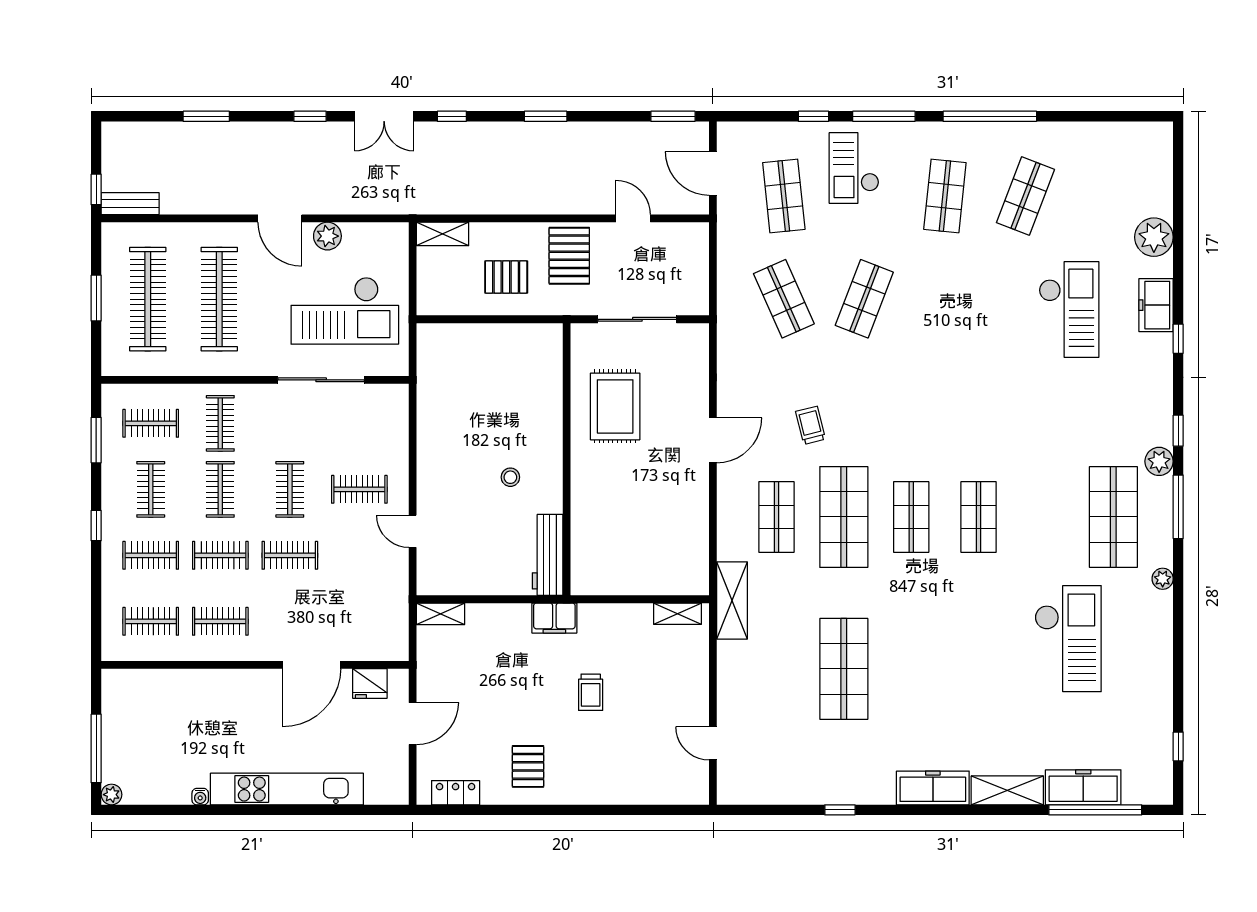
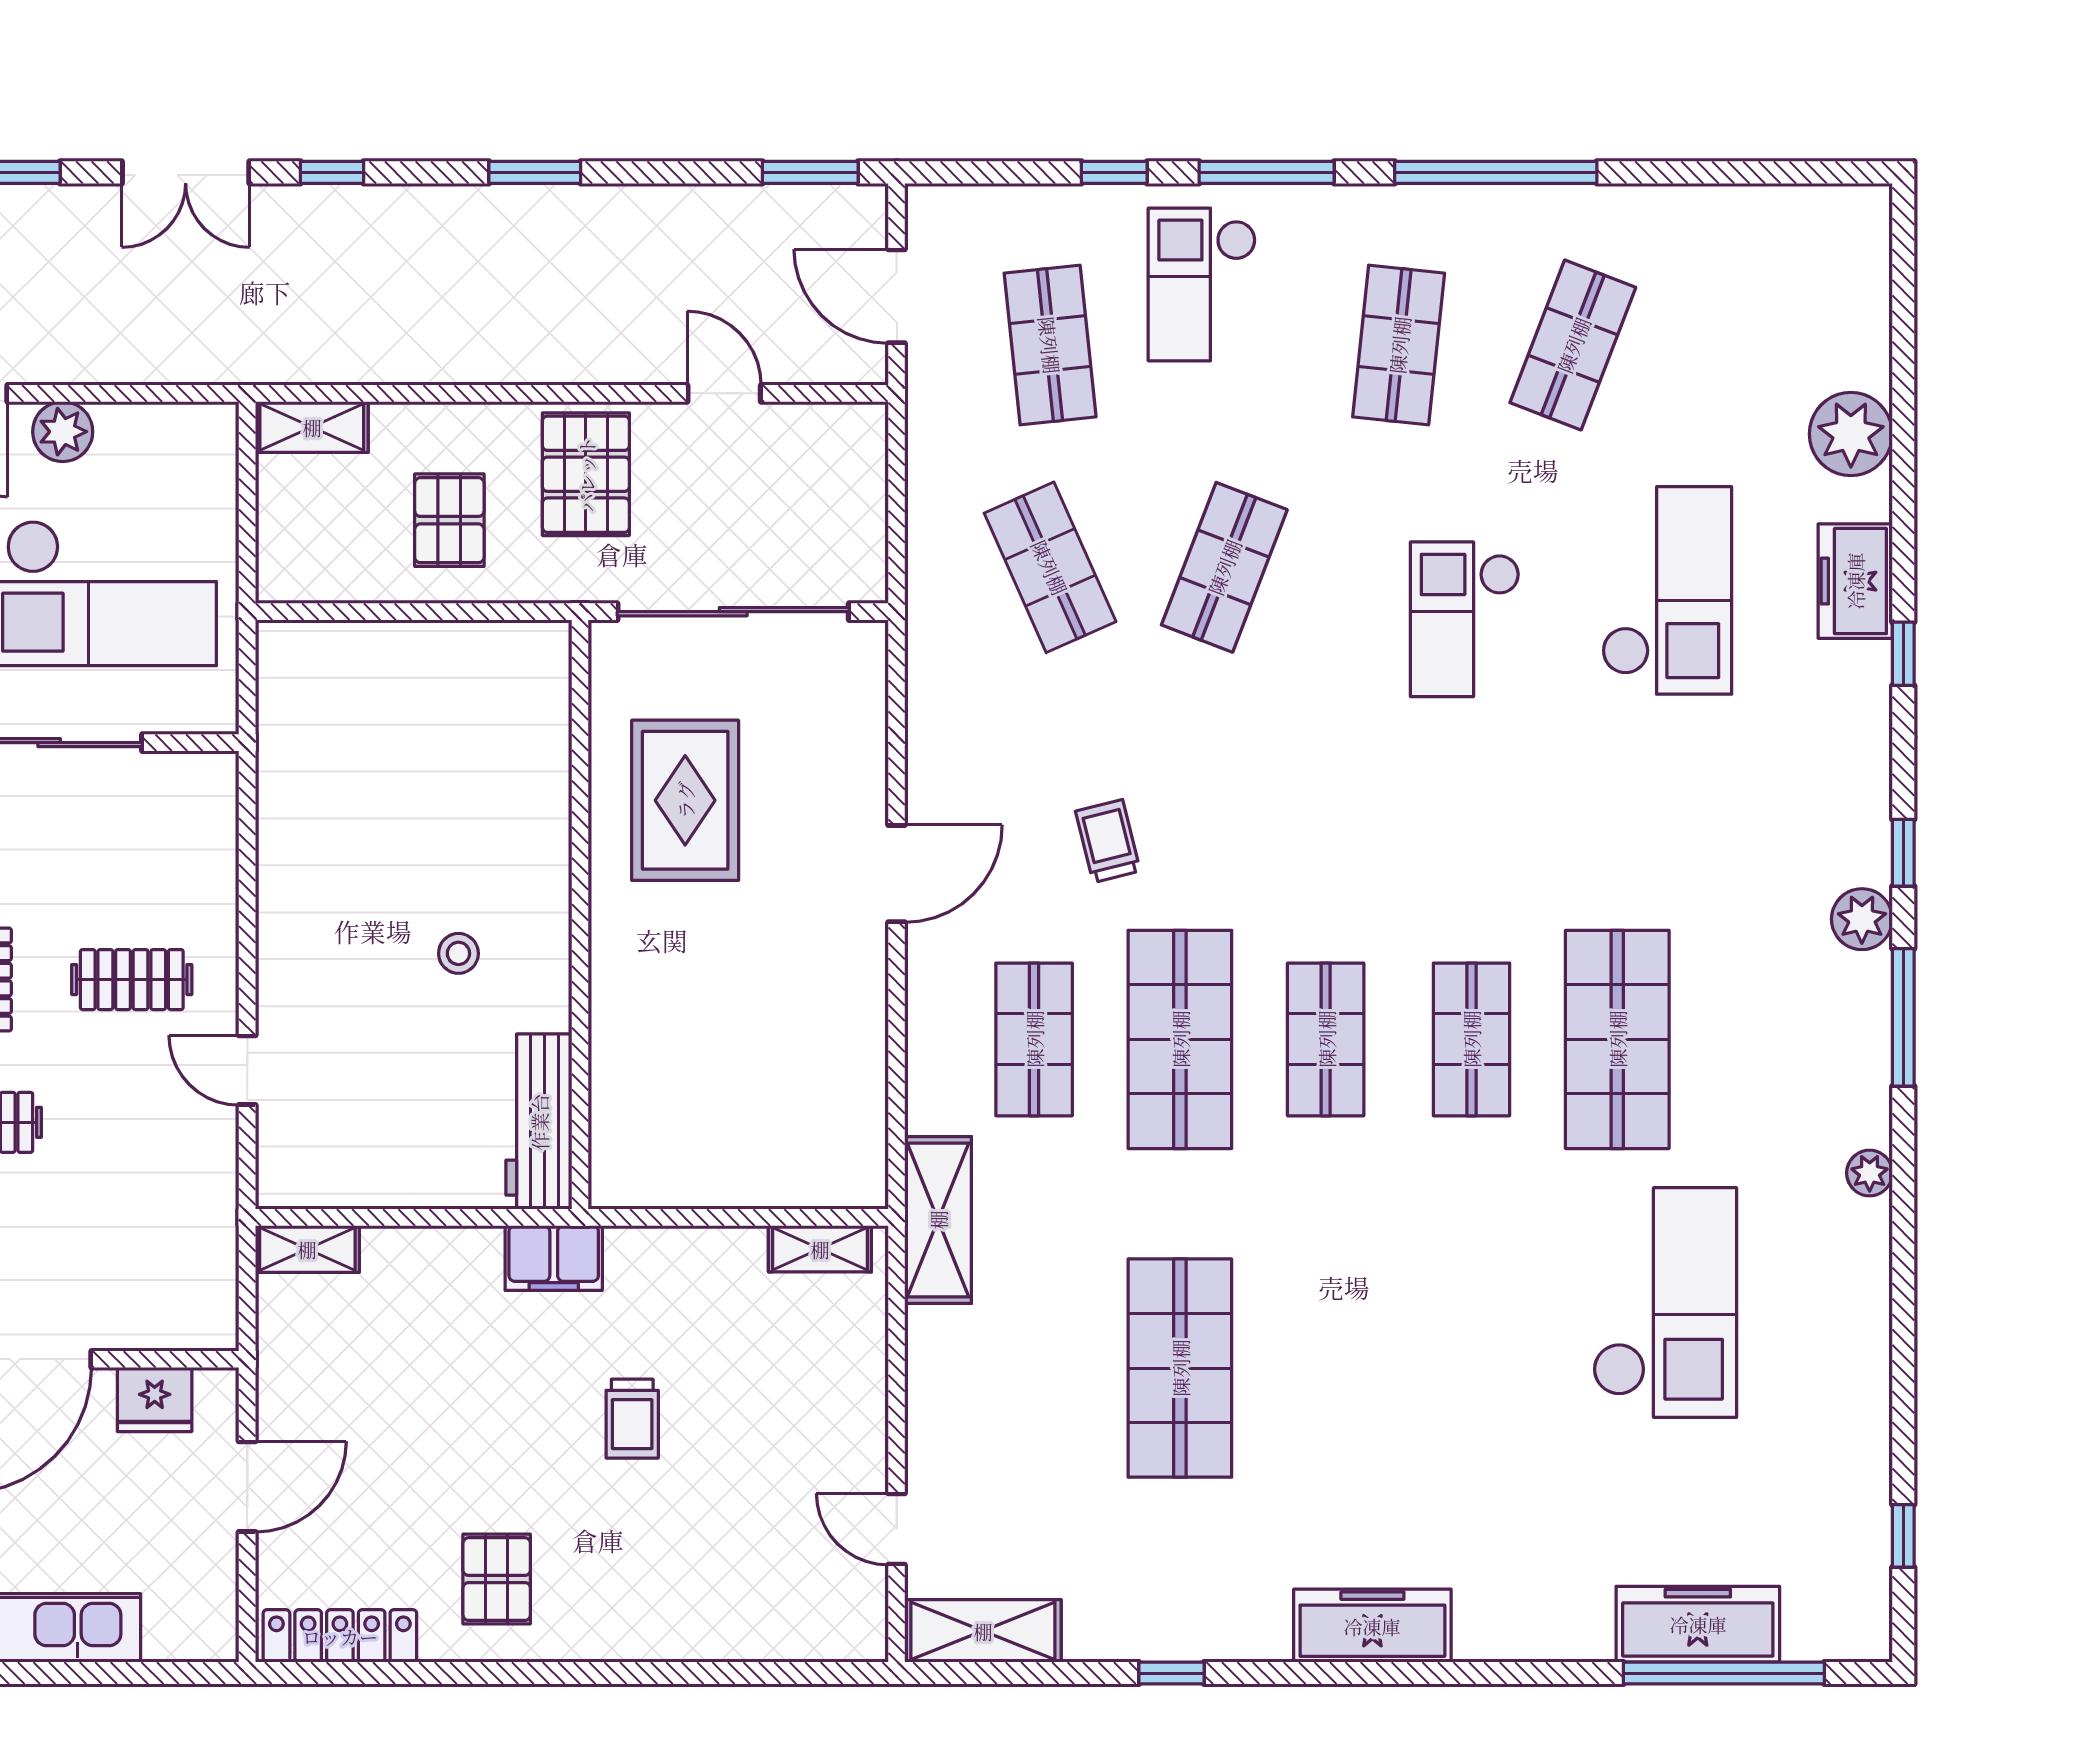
pallet: (506, 277) -> (449, 520), turned 90
sliding door: (637, 319) -> (733, 612), width x1.36
checkout: (976, 323) -> (1465, 619), added
shop shelf: (1113, 517) -> (1617, 1039), moved
shelving: (1007, 790) -> (983, 1631), moved
locker: (456, 793) -> (340, 1636), width x1.53

